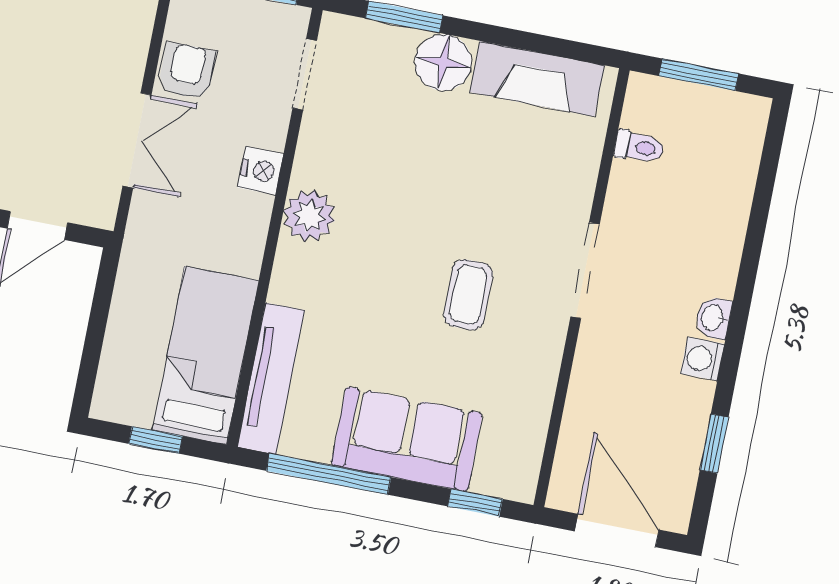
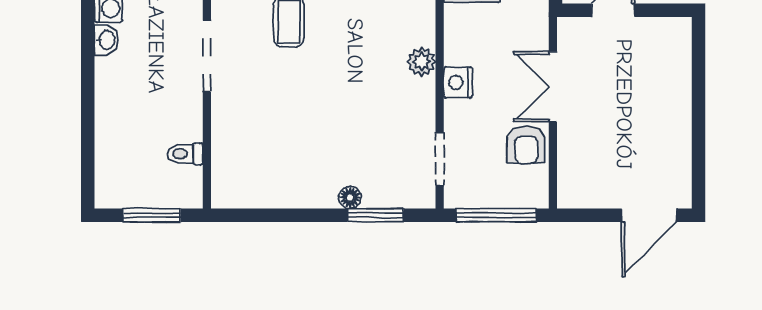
floor lamp: (443, 62) -> (350, 197), width x0.53, depth x0.53
fireplace: (537, 79) -> (269, 189), removed
plant: (309, 216) -> (422, 62), width x0.73, depth x0.73

